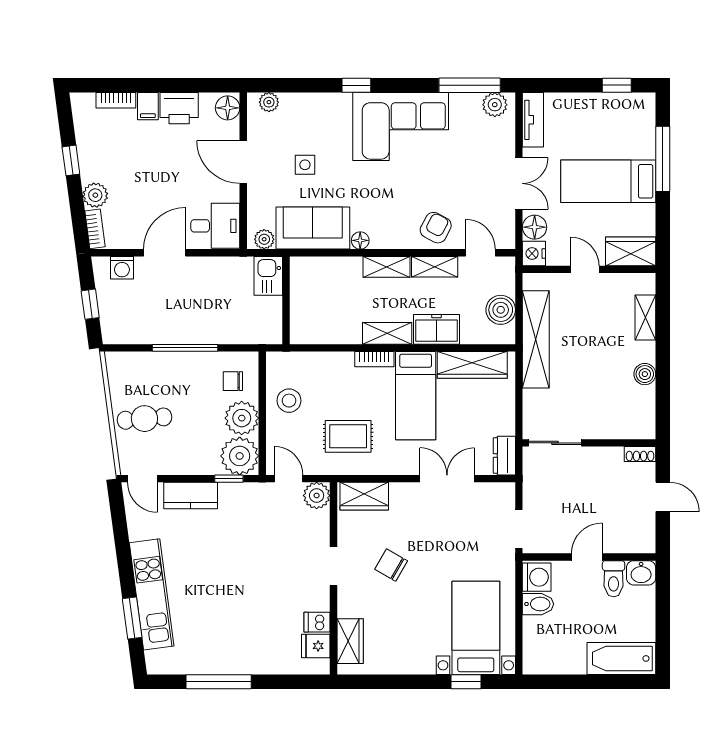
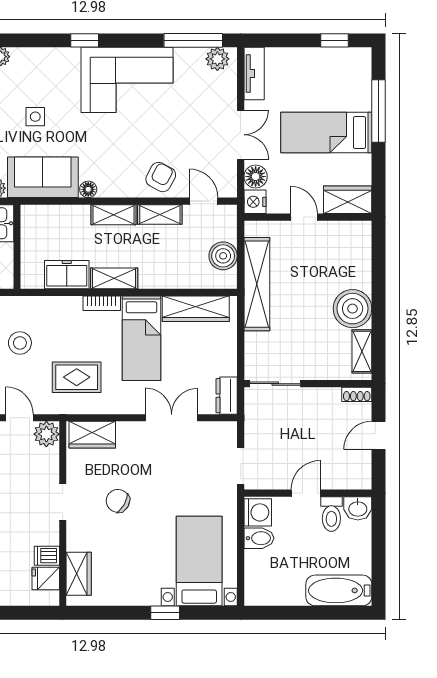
shelving: (645, 318) -> (362, 351), moved
freezer: (436, 329) -> (67, 275), moved
boiler: (645, 374) -> (353, 309), width x1.86, depth x1.86
door: (663, 497) -> (379, 435), swing flipped
window: (466, 682) -> (165, 613), moved

